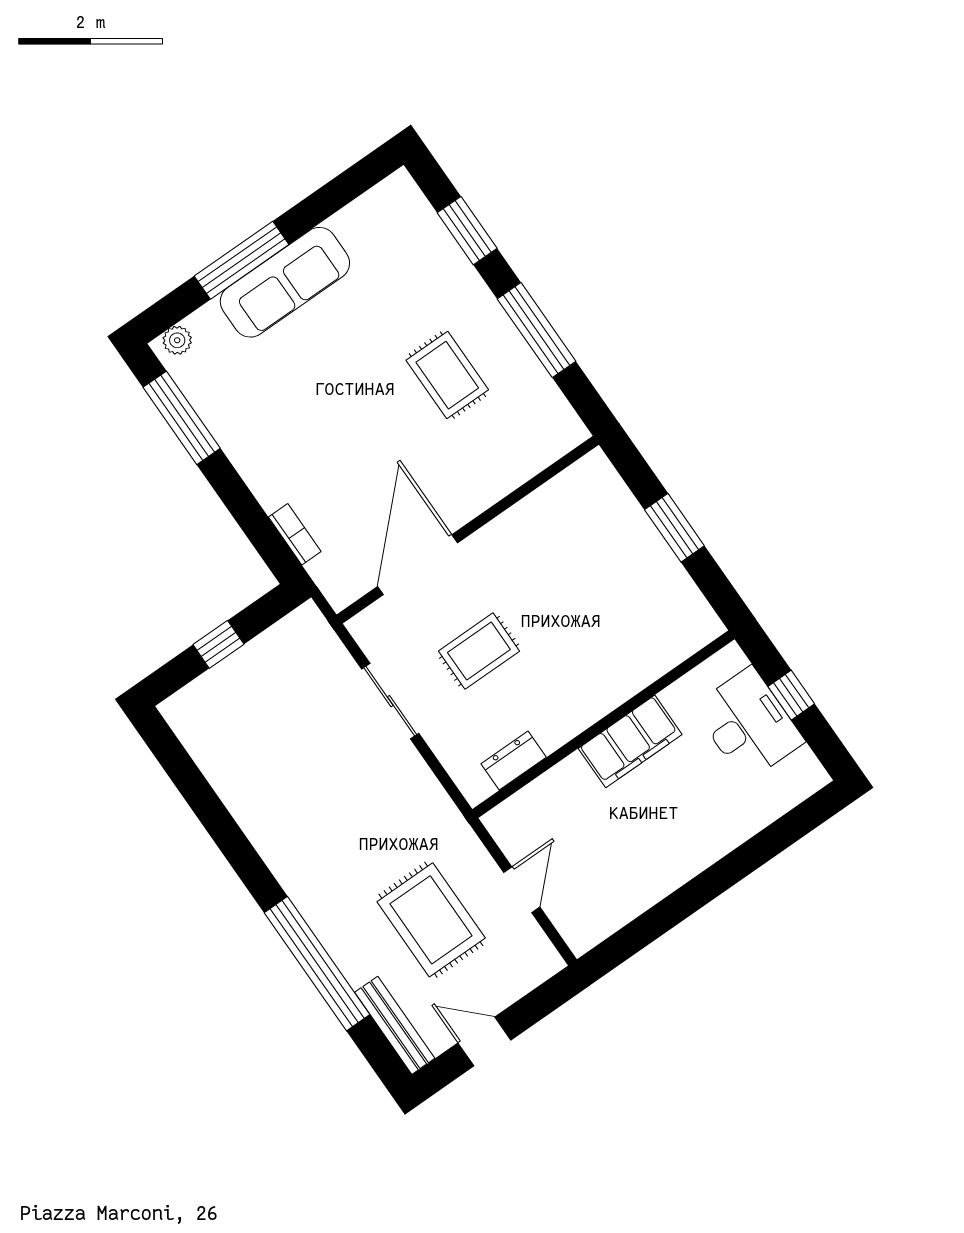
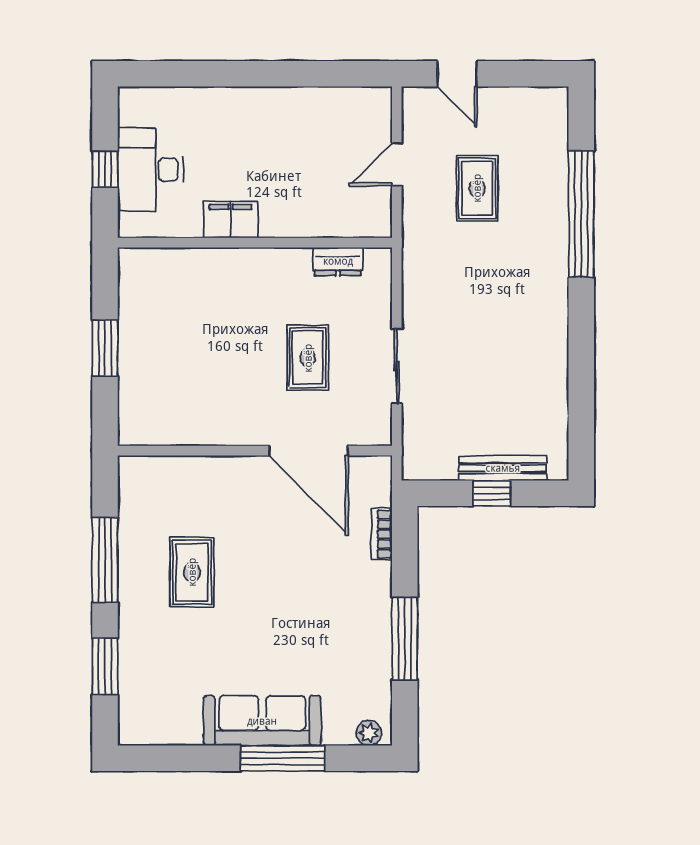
window: (182, 418) -> (405, 639), moved
door: (418, 565) -> (308, 451), hinge flipped
rug: (479, 651) -> (308, 358), turned 90
filing cabinet: (630, 741) -> (231, 220), width x0.67, depth x0.86
rug: (431, 920) -> (477, 188), width x0.73, depth x0.70
bench: (395, 1025) -> (503, 468), moved, turned 90
door: (484, 1041) -> (457, 74), moved

